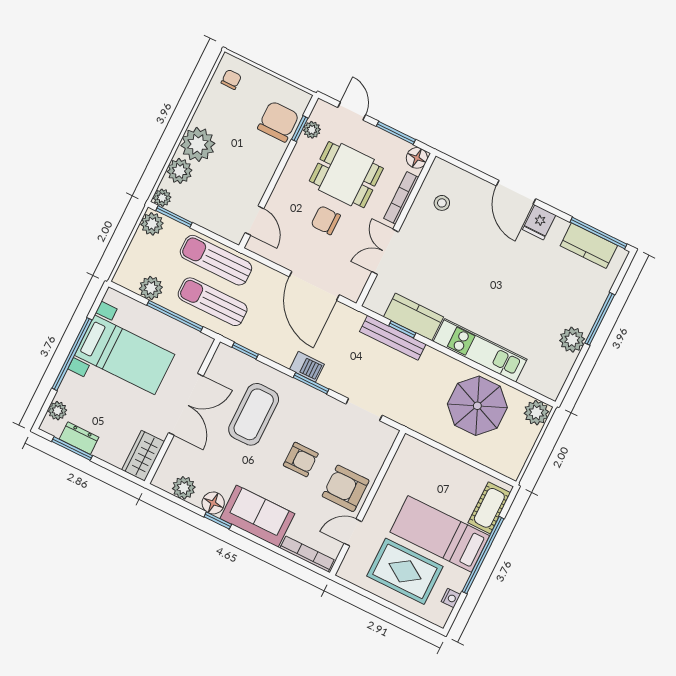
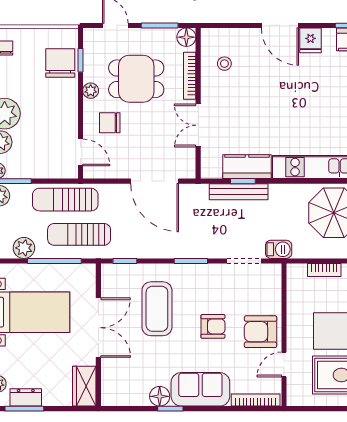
plant: (312, 130) -> (91, 91), moved
chair: (326, 220) -> (110, 123), moved
barbecue: (307, 367) -> (279, 249), moved
bookcase: (440, 458) -> (324, 270), added
plant: (184, 488) -> (130, 396), removed

